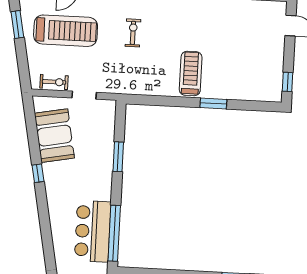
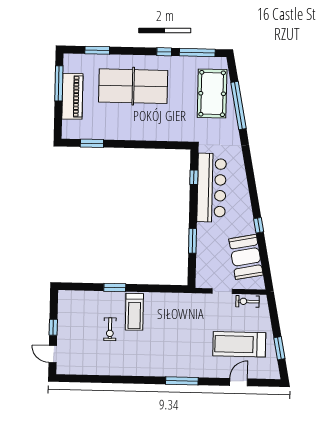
exercise bike: (133, 33) -> (110, 329), moved
window: (288, 82) -> (53, 327), moved
bar counter: (93, 231) -> (212, 188), width x1.36
window: (114, 233) -> (194, 177), width x0.32

